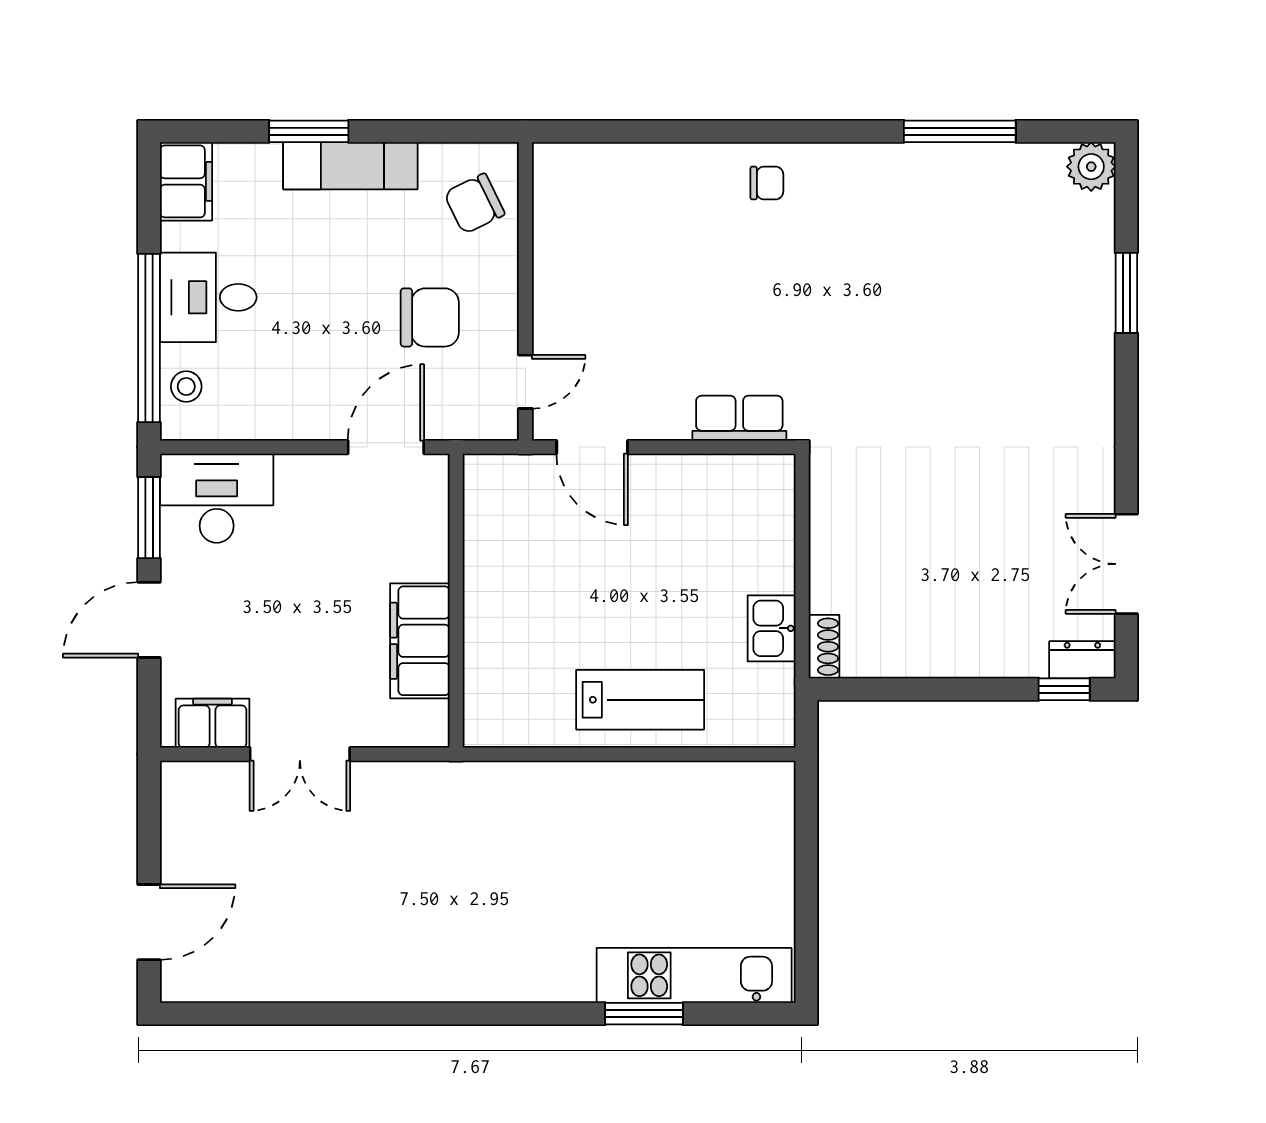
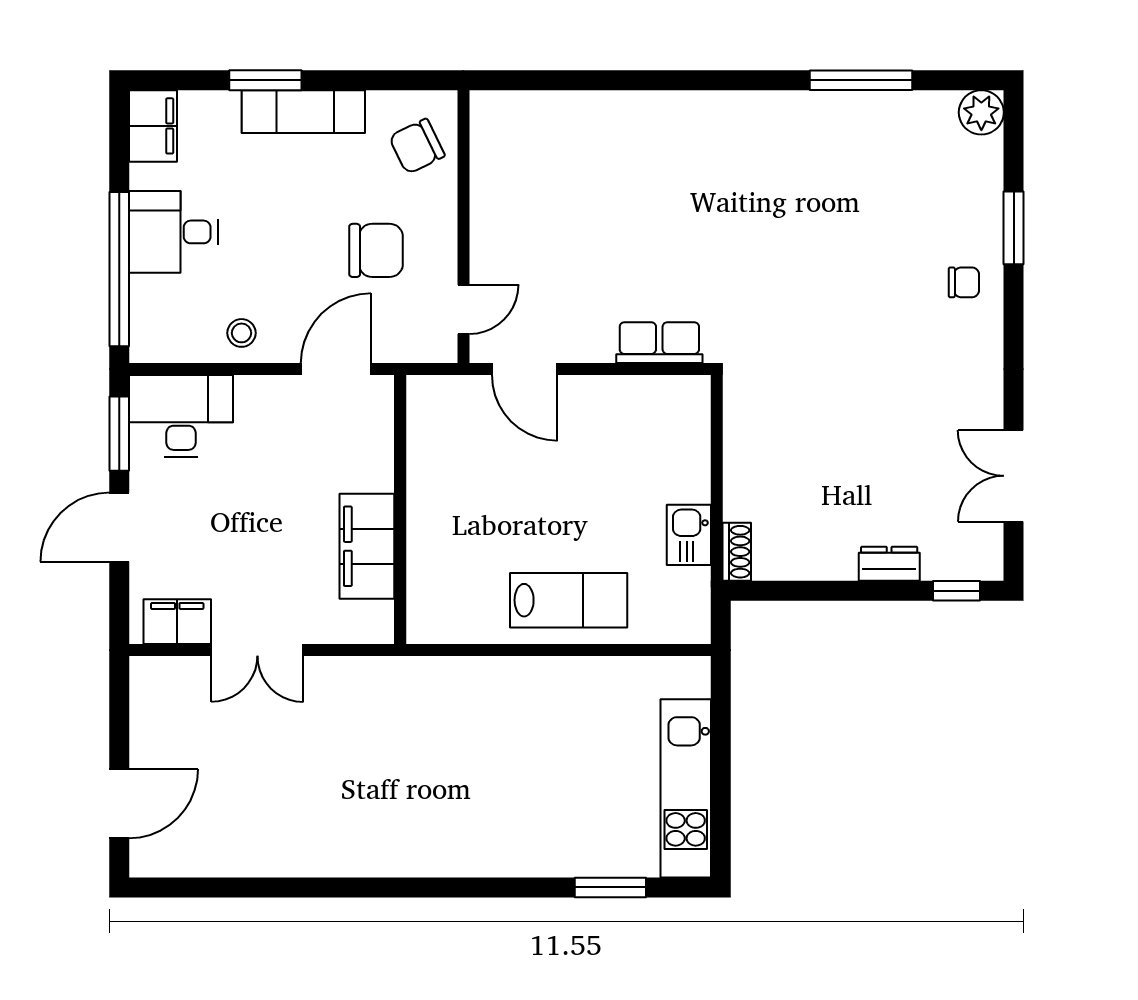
chair: (767, 183) -> (964, 282), moved
stool: (186, 387) -> (241, 333), moved
dresser: (1082, 660) -> (889, 564), moved
kitchen unit: (694, 975) -> (686, 788), moved, turned -90
window: (644, 1014) -> (610, 887), moved

